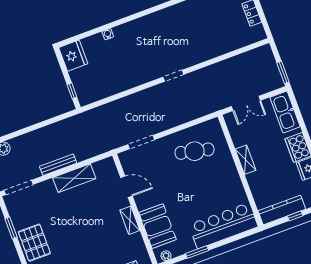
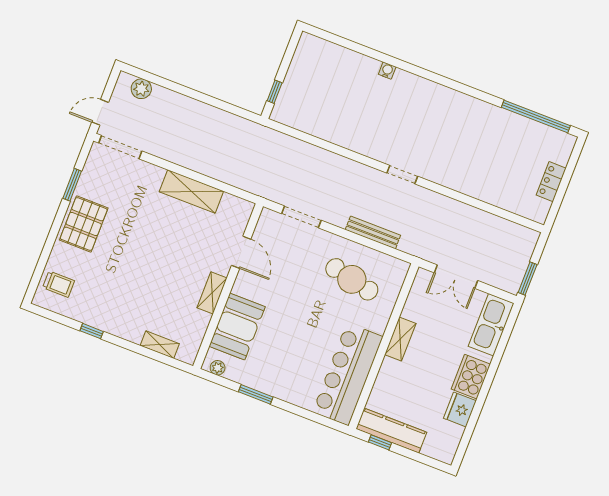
water cooler: (108, 34) -> (387, 71), moved
fridge: (73, 56) -> (311, 54), removed
bench: (58, 165) -> (373, 232), moved
window: (295, 216) -> (380, 442), moved
bar counter: (223, 226) -> (348, 374), moved, turned -90

